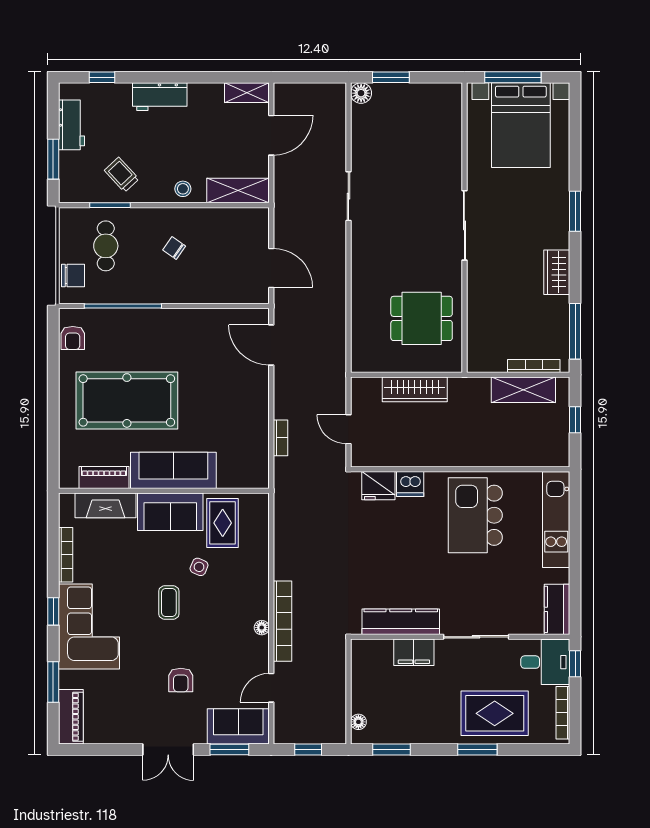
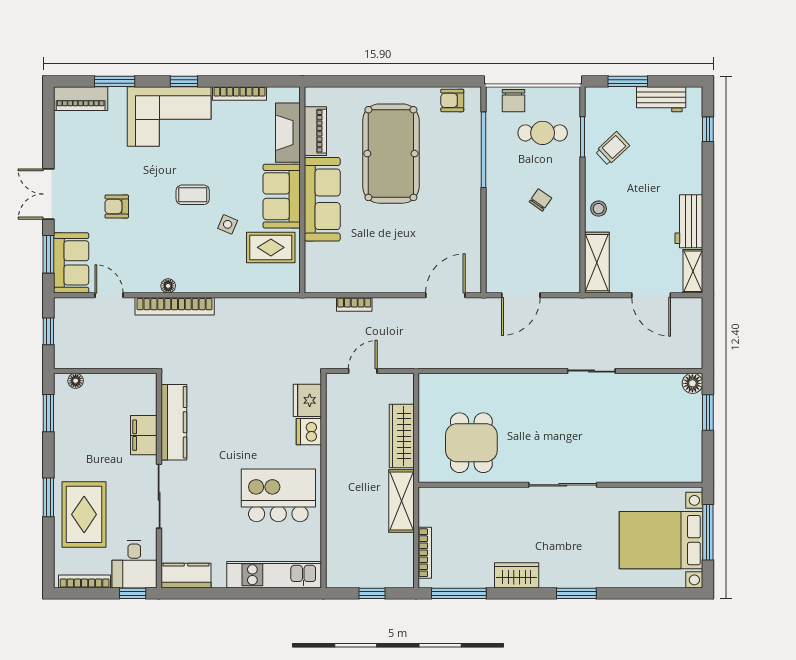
workbench: (160, 97) -> (689, 221), moved
shelving: (523, 390) -> (401, 501), moved

